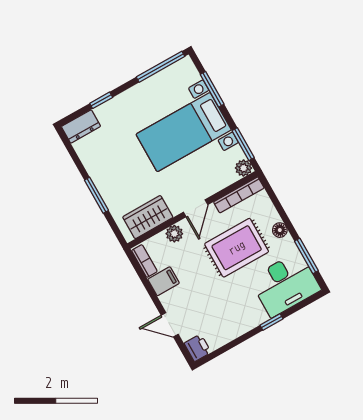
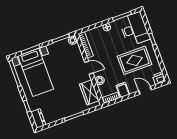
bed with nightstands: (184, 132) -> (36, 72), moved
rug: (237, 248) -> (135, 60), moved, turned 90
door: (170, 325) -> (145, 90), swing flipped

